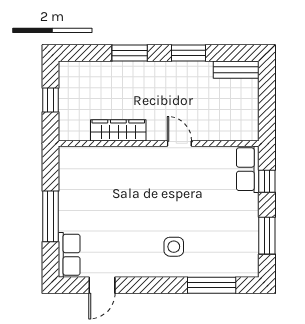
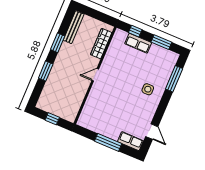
bench: (236, 70) -> (74, 27), width x1.36
wardrobe: (118, 130) -> (101, 44), moved
door: (179, 143) -> (95, 75), moved
row of seats: (248, 169) -> (138, 43), moved

